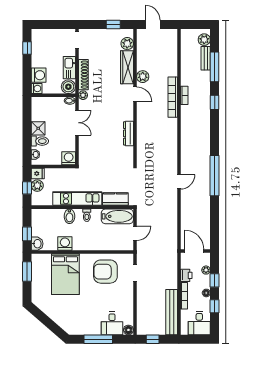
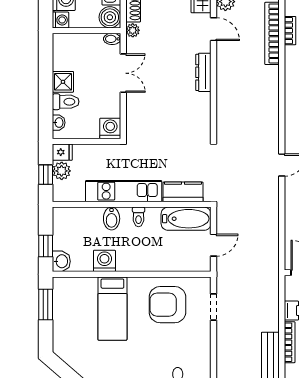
dresser: (129, 133) -> (203, 72), moved
bed: (65, 274) -> (112, 309), width x0.67

